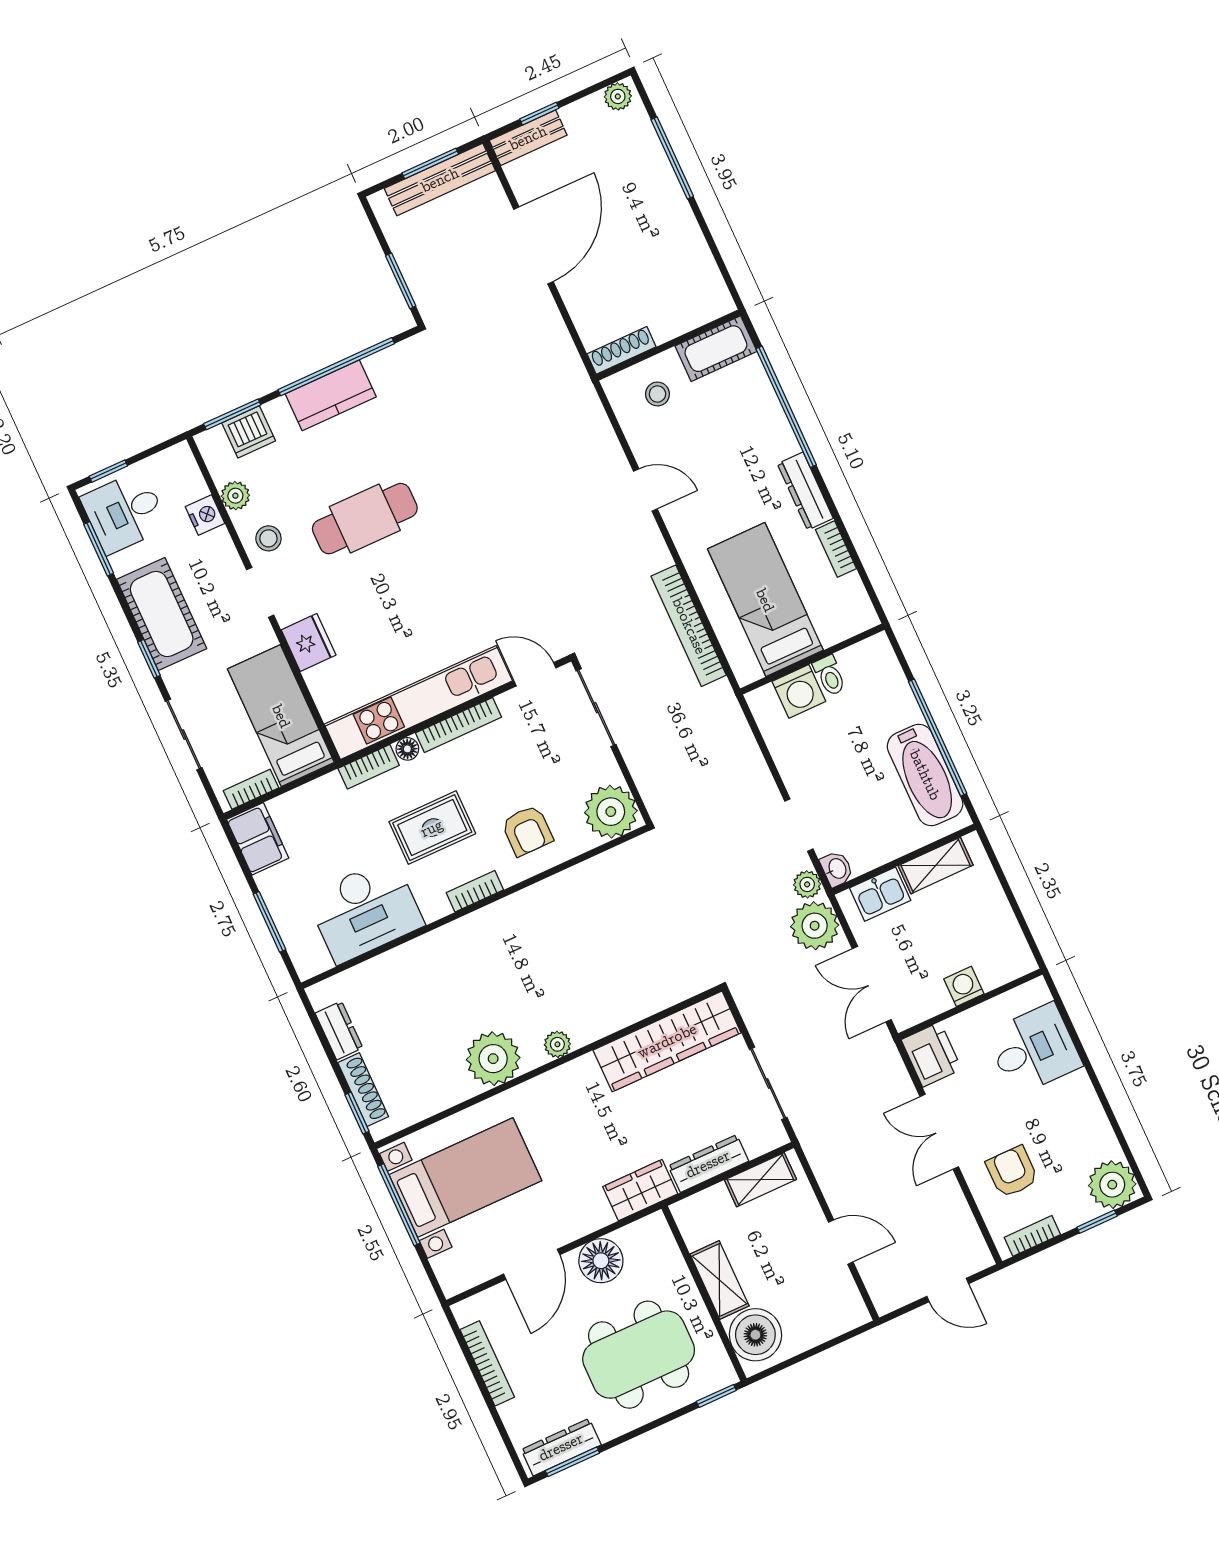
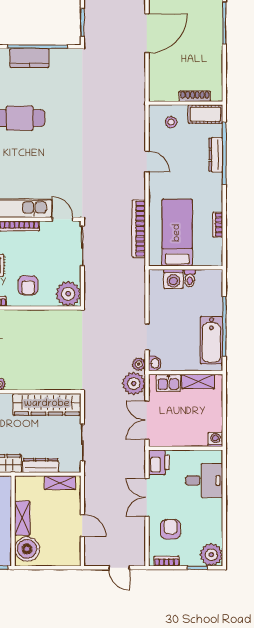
shoe rack: (622, 350) -> (195, 96), moved
dresser: (805, 491) -> (216, 155), moved
washing machine: (964, 986) -> (215, 439), moved

